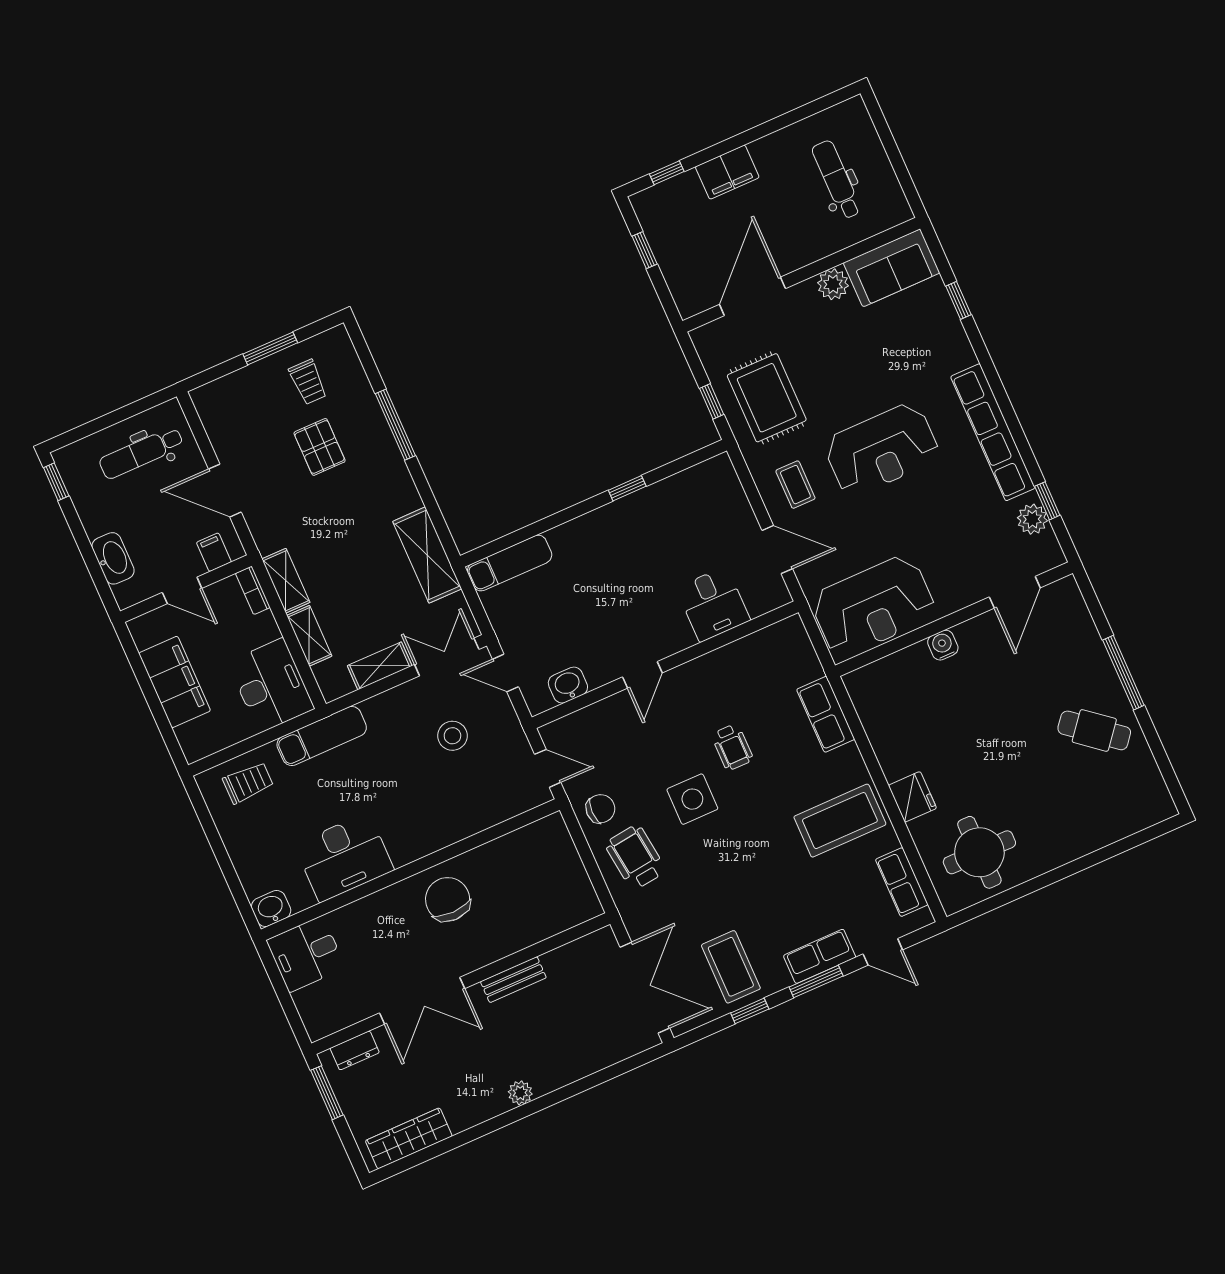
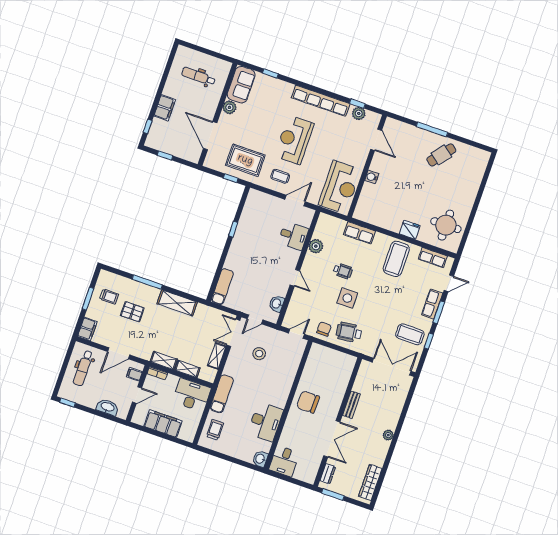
filing cabinet: (216, 397) -> (87, 329), added
reception desk: (882, 450) -> (294, 140), turned 180
shelving: (427, 555) -> (177, 303), moved
plant: (732, 660) -> (316, 246), added

